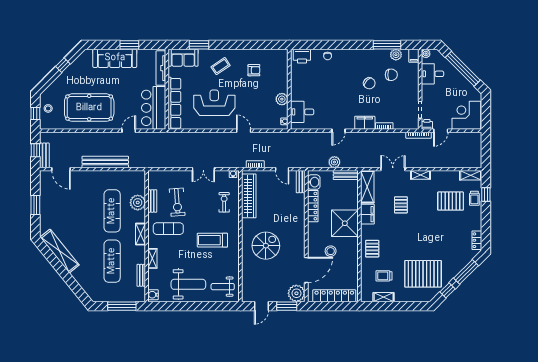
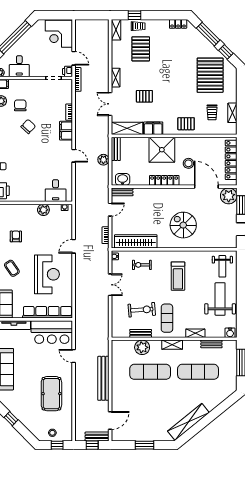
reception desk: (214, 103) -> (47, 274), turned 180
pool table: (89, 108) -> (51, 394), width x0.73, depth x0.76
locker: (313, 206) -> (164, 180), moved

